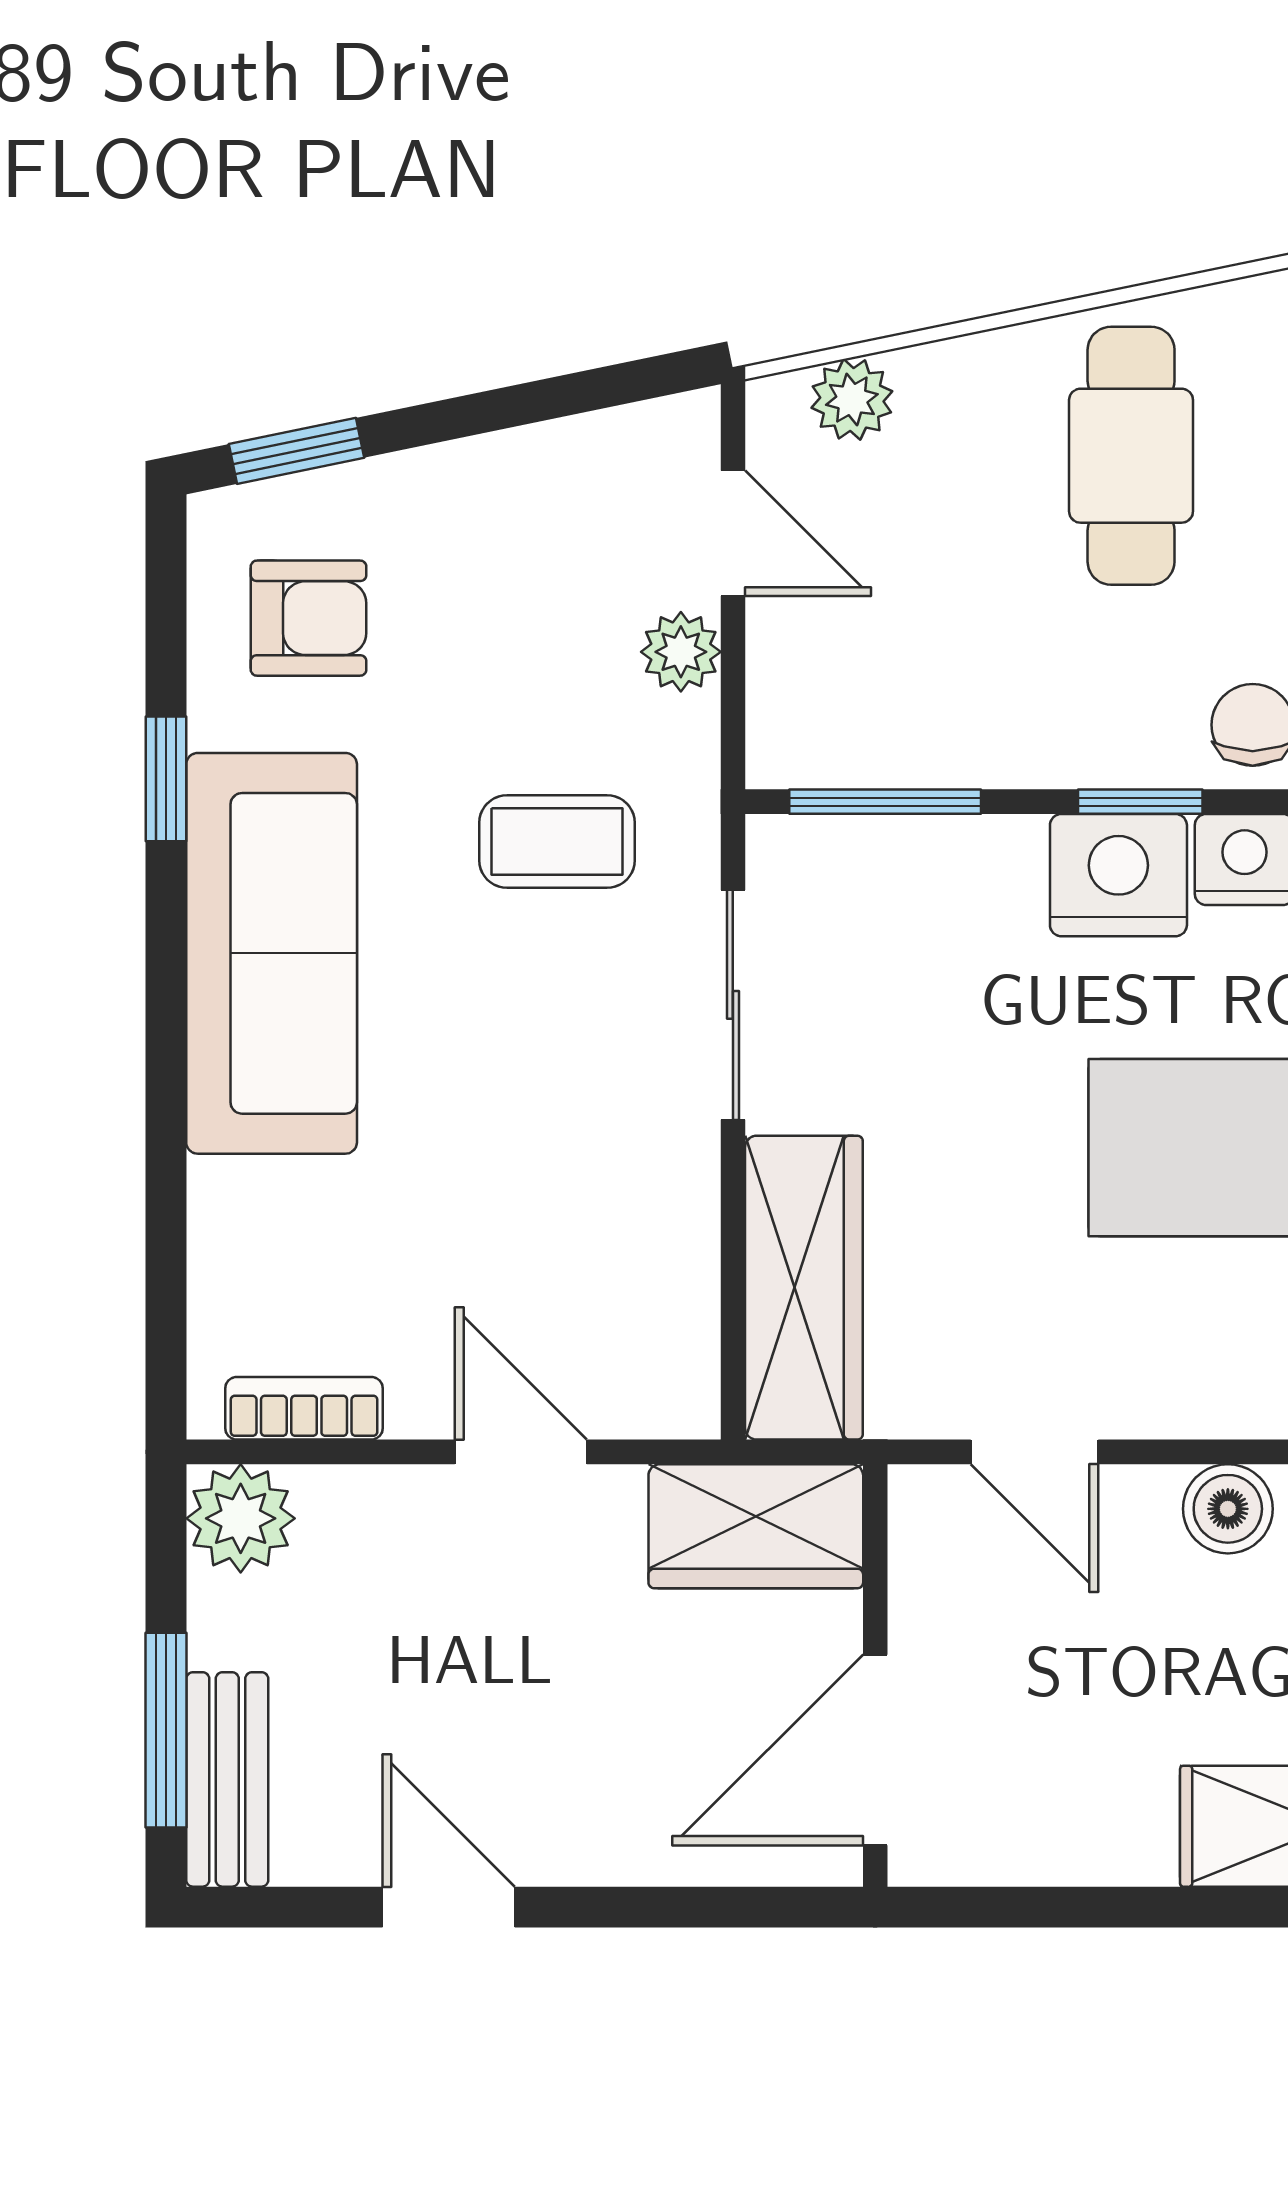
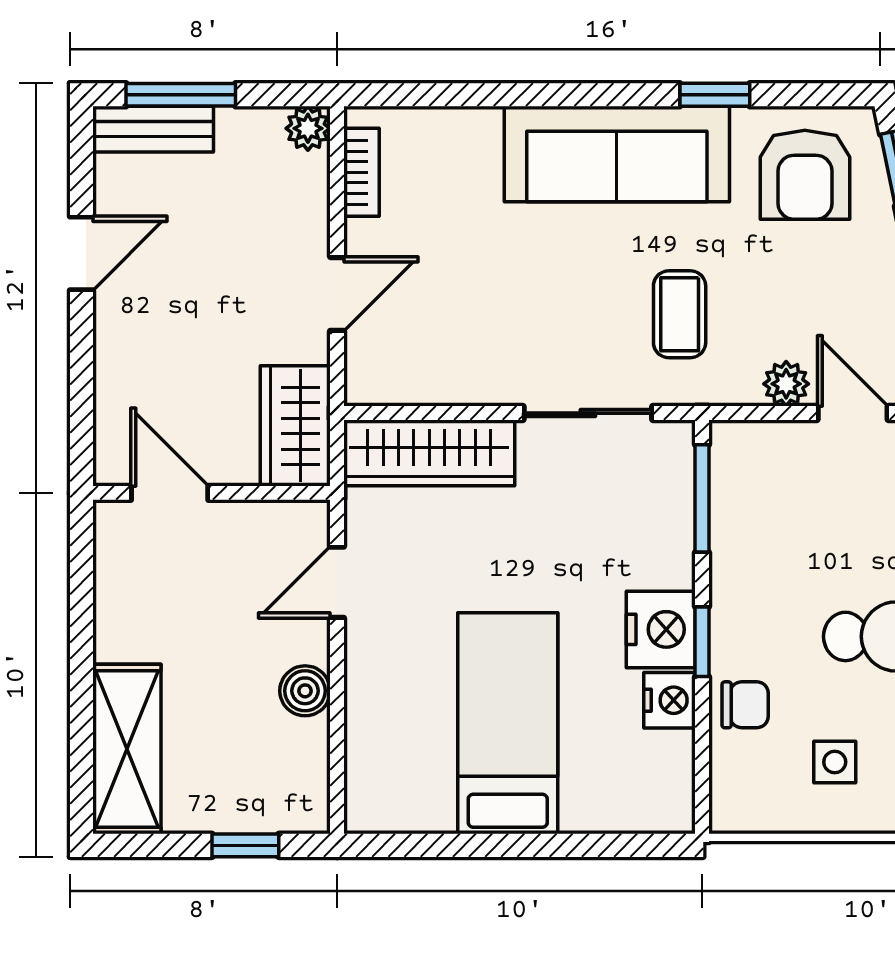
door: (733, 533) -> (853, 413), swing flipped
armchair: (309, 618) -> (805, 175), width x1.38, depth x1.38
plant: (241, 1518) -> (308, 128), width x0.73, depth x0.73
door: (875, 1750) -> (170, 493), width x0.73

